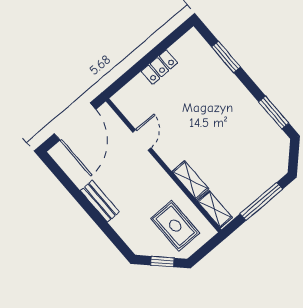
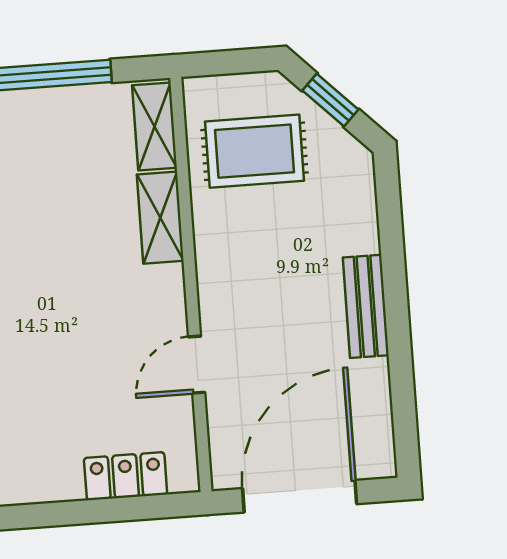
locker: (159, 67) -> (126, 476), moved
rug: (175, 226) -> (255, 151), turned 90

